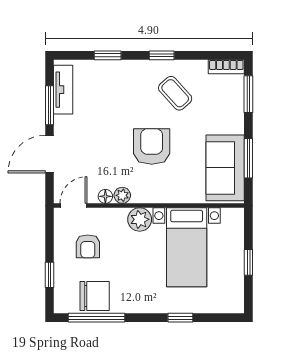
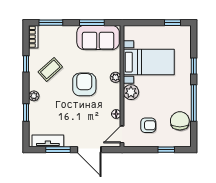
window: (162, 55) -> (26, 64), moved
plant: (134, 67) -> (34, 96), added
armchair: (152, 146) -> (84, 84), turned 90
plant: (122, 195) -> (116, 77), moved
door: (73, 206) -> (122, 134), hinge flipped
window: (248, 262) -> (173, 23), moved
window: (97, 318) -> (194, 103), moved

